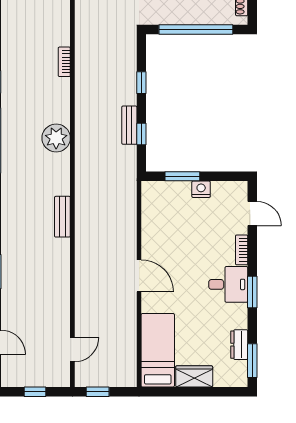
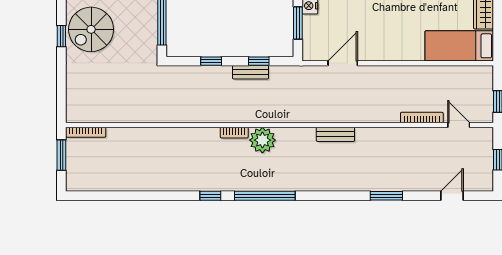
bookcase: (64, 62) -> (234, 133), moved
door: (139, 276) -> (343, 63), moved
bookcase: (81, 310) -> (422, 117), added

